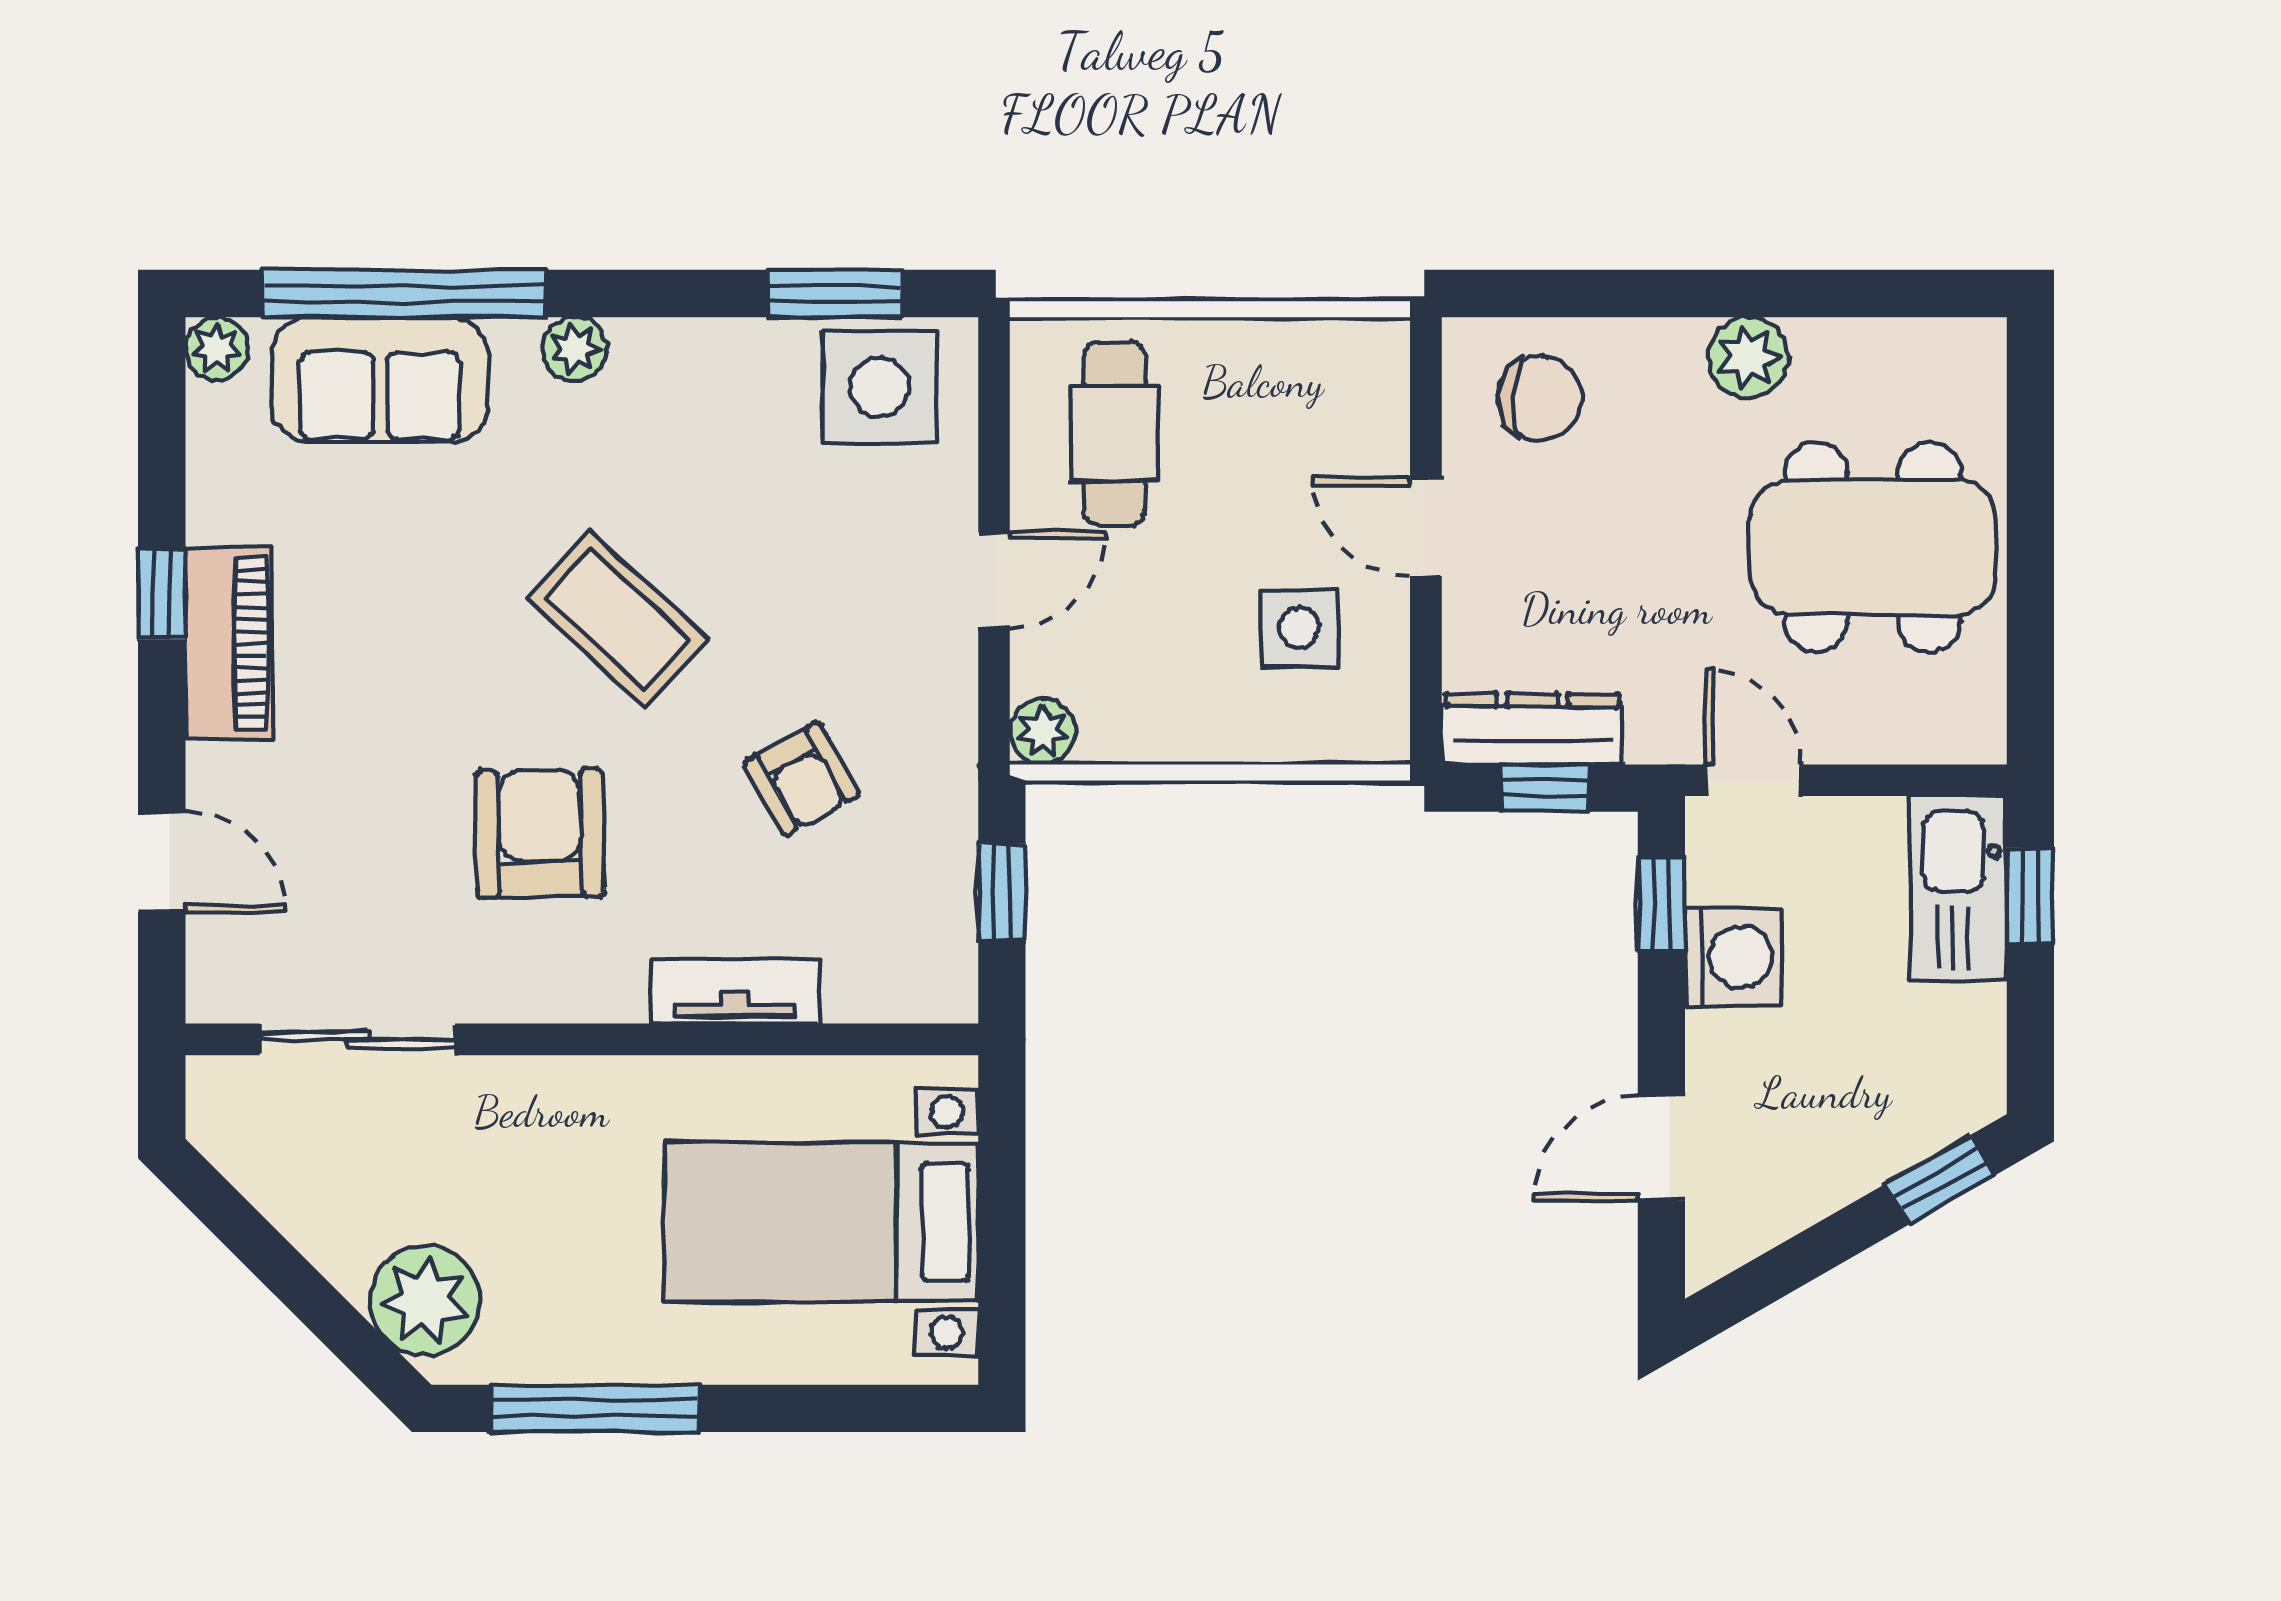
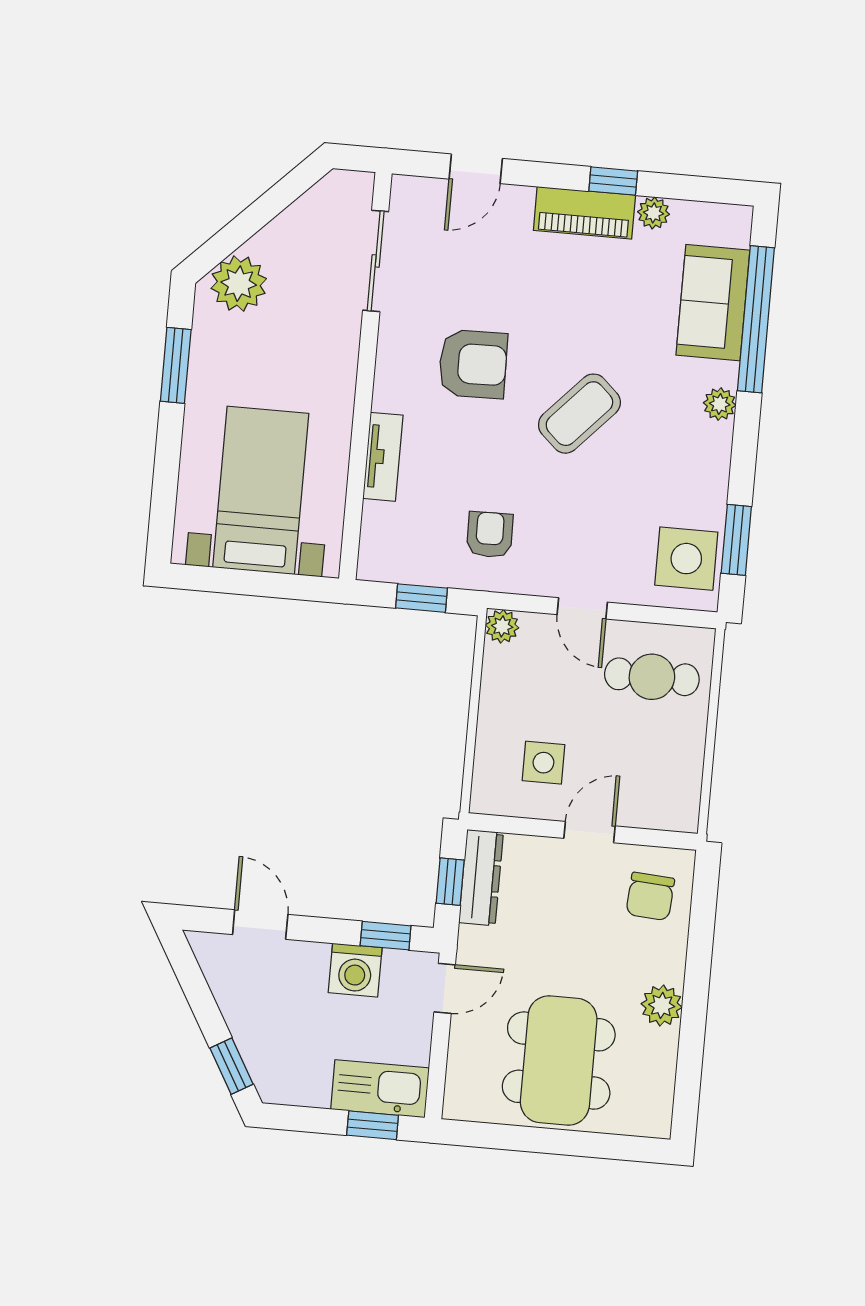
plant: (217, 348) -> (653, 213), moved
armchair: (801, 779) -> (490, 535), moved, turned 118
window: (594, 1408) -> (176, 365), width x0.69

